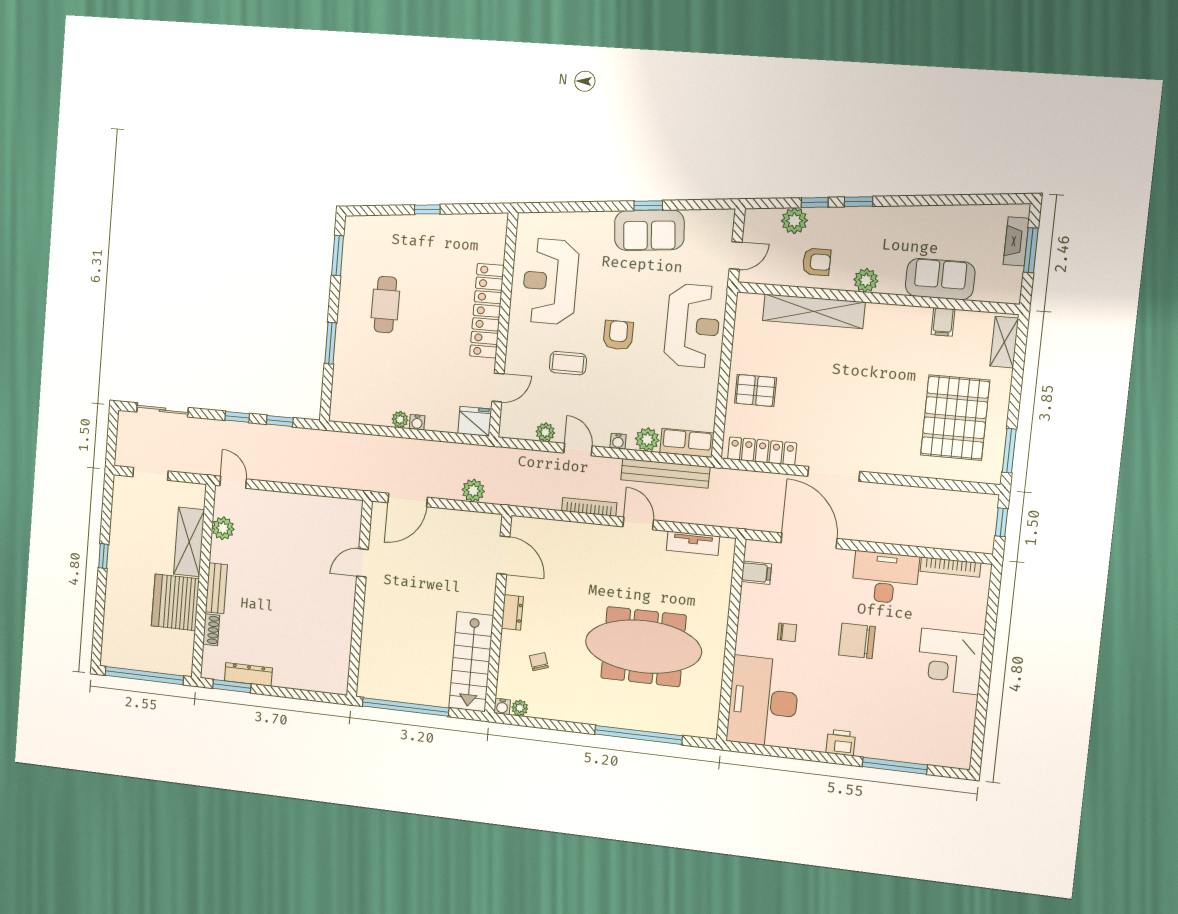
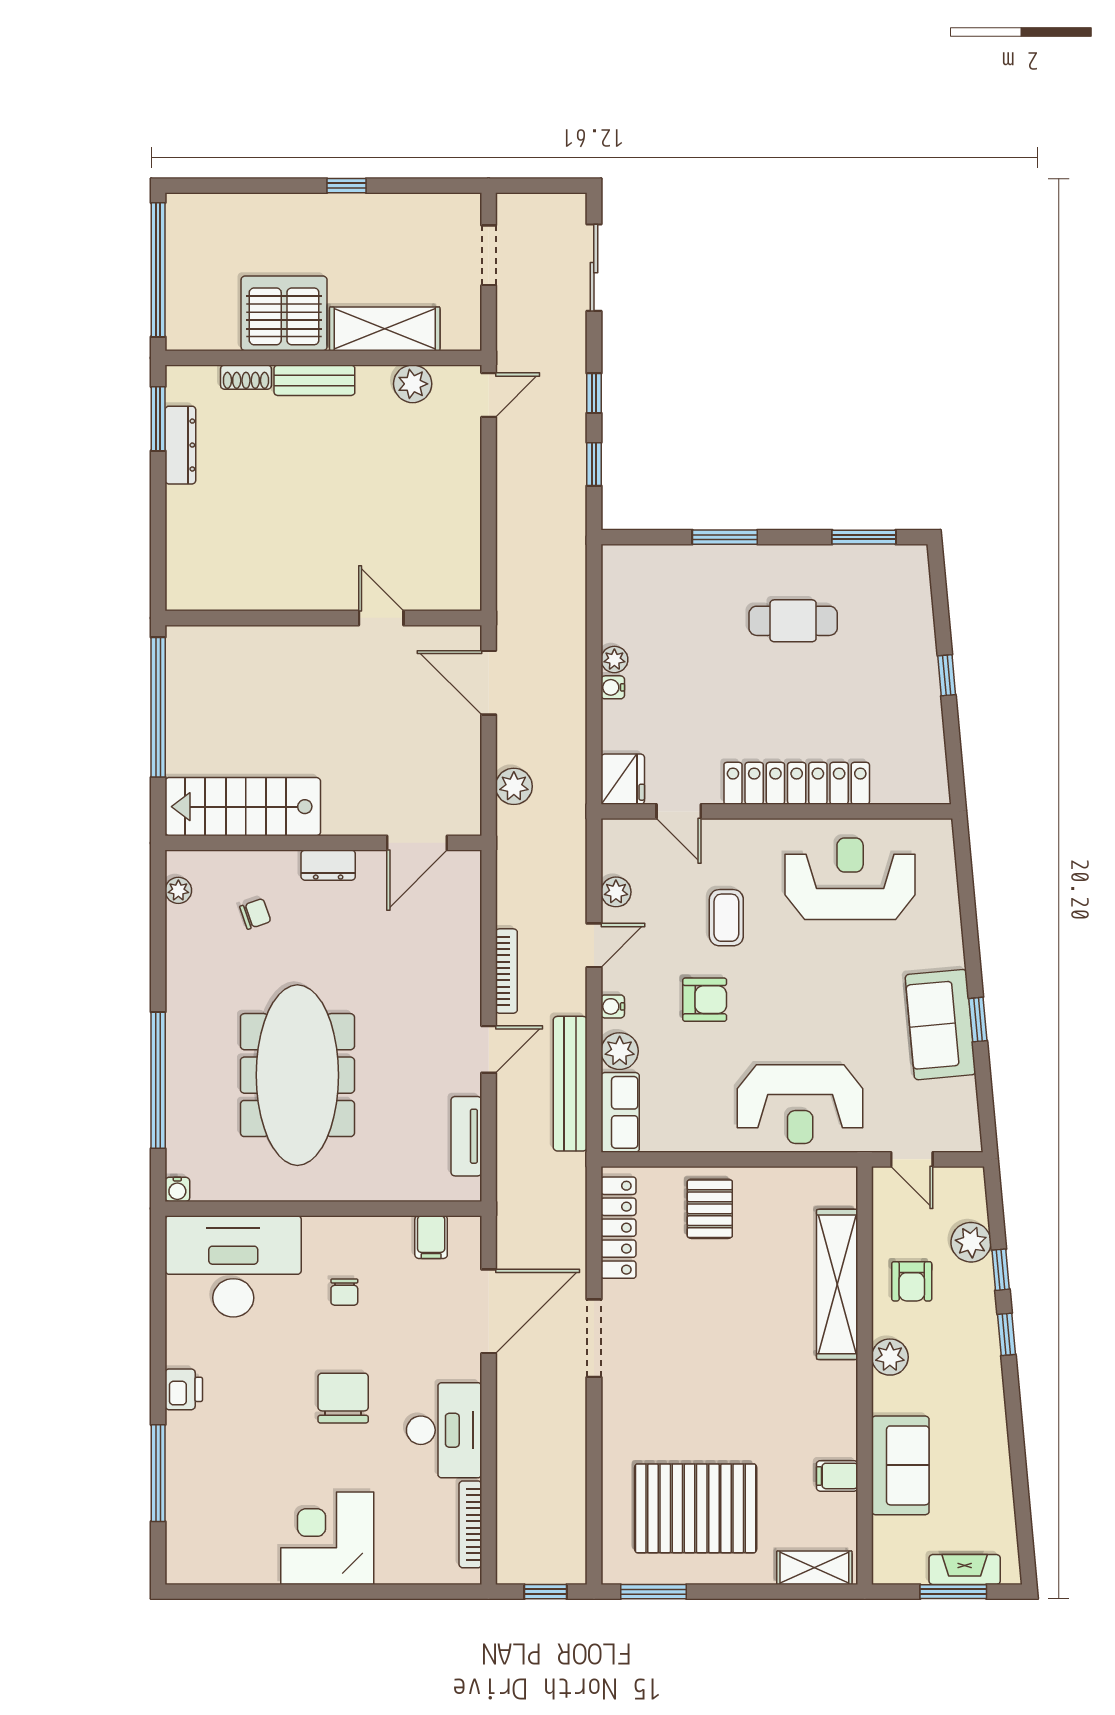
armchair: (618, 335) -> (705, 1000), moved
water cooler: (502, 706) -> (177, 1189), moved, turned -90

